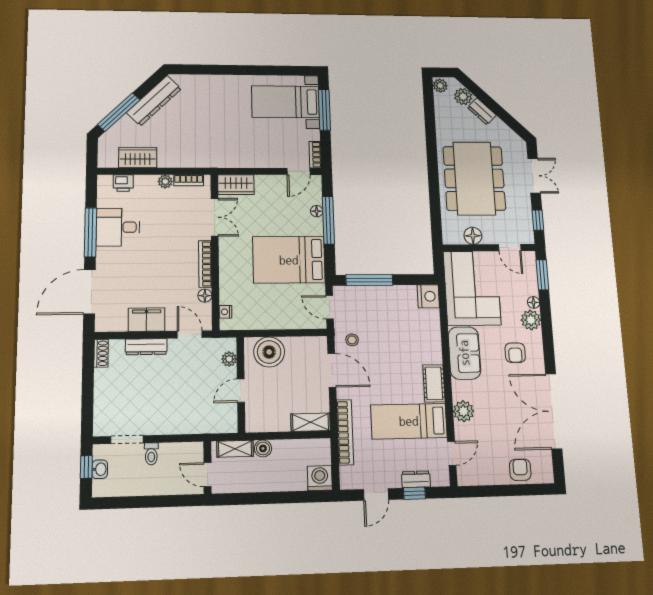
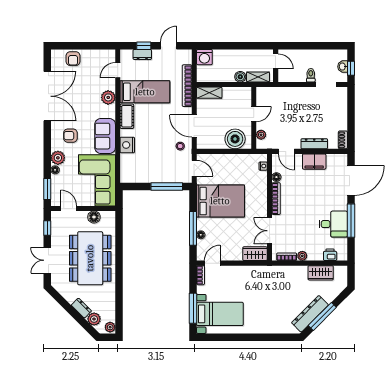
window: (119, 112) -> (322, 316), moved
nightstand: (428, 296) -> (127, 145), moved
armchair: (515, 353) -> (70, 136), turned -90

